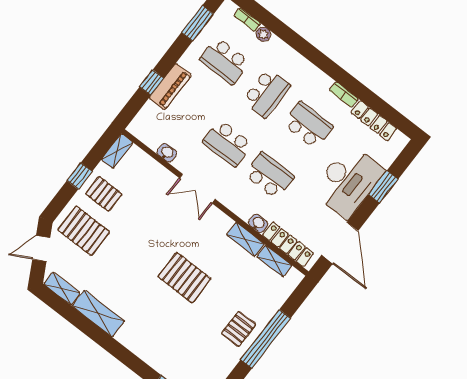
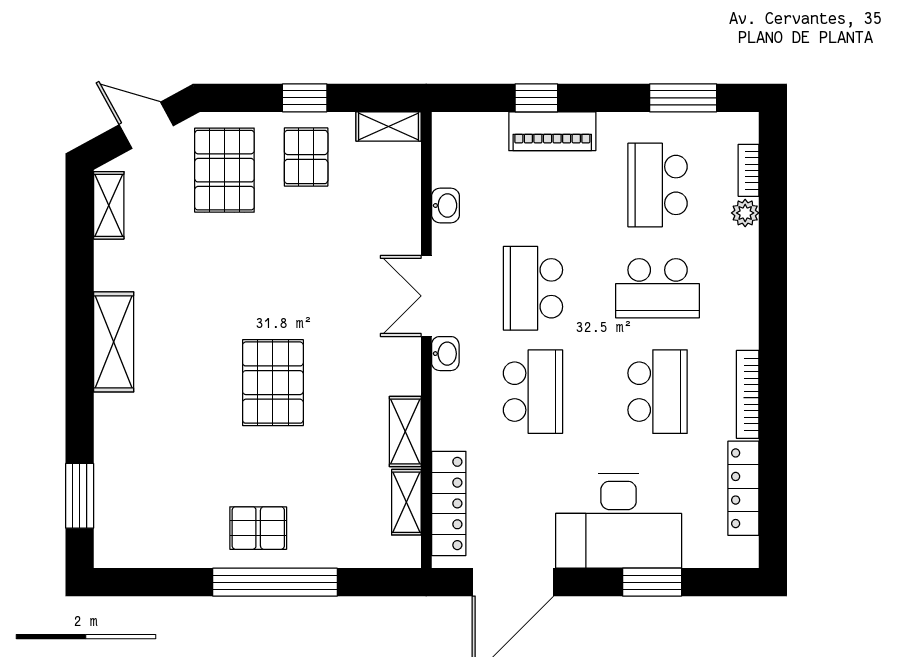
bookcase: (344, 95) -> (748, 394), width x1.56
washbasin: (258, 223) -> (445, 354), moved
shelving: (98, 314) -> (114, 342), moved

